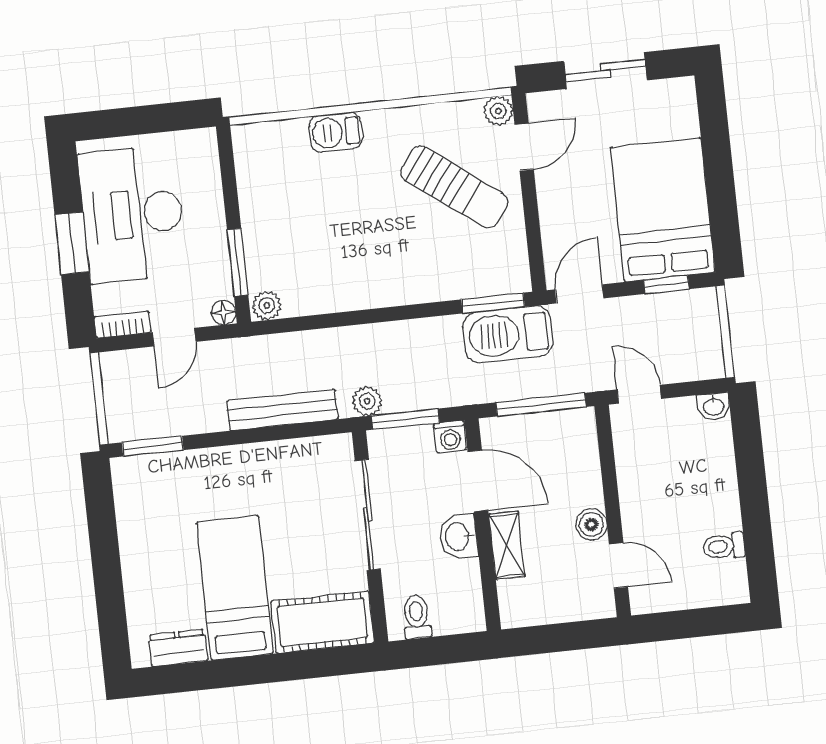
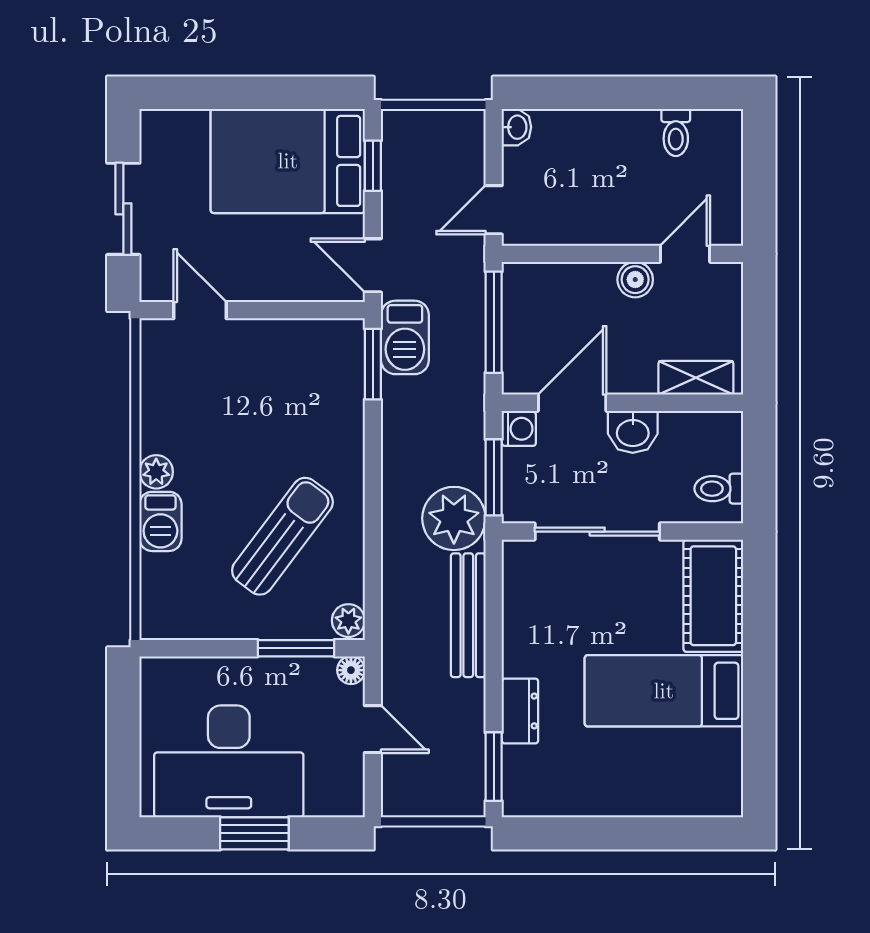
plant: (498, 111) -> (156, 472), moved
sun lounger: (454, 187) -> (282, 536), moved
bookcase: (123, 324) -> (352, 786), removed
barbecue: (508, 334) -> (405, 337), width x0.73, depth x0.83
plant: (367, 401) -> (454, 518), width x1.88, depth x1.88
shelving: (507, 545) -> (696, 378), moved
dresser: (178, 648) -> (520, 711), moved, turned 180

